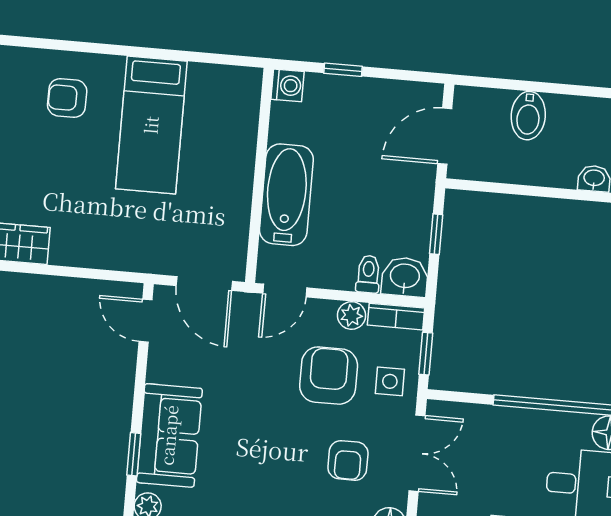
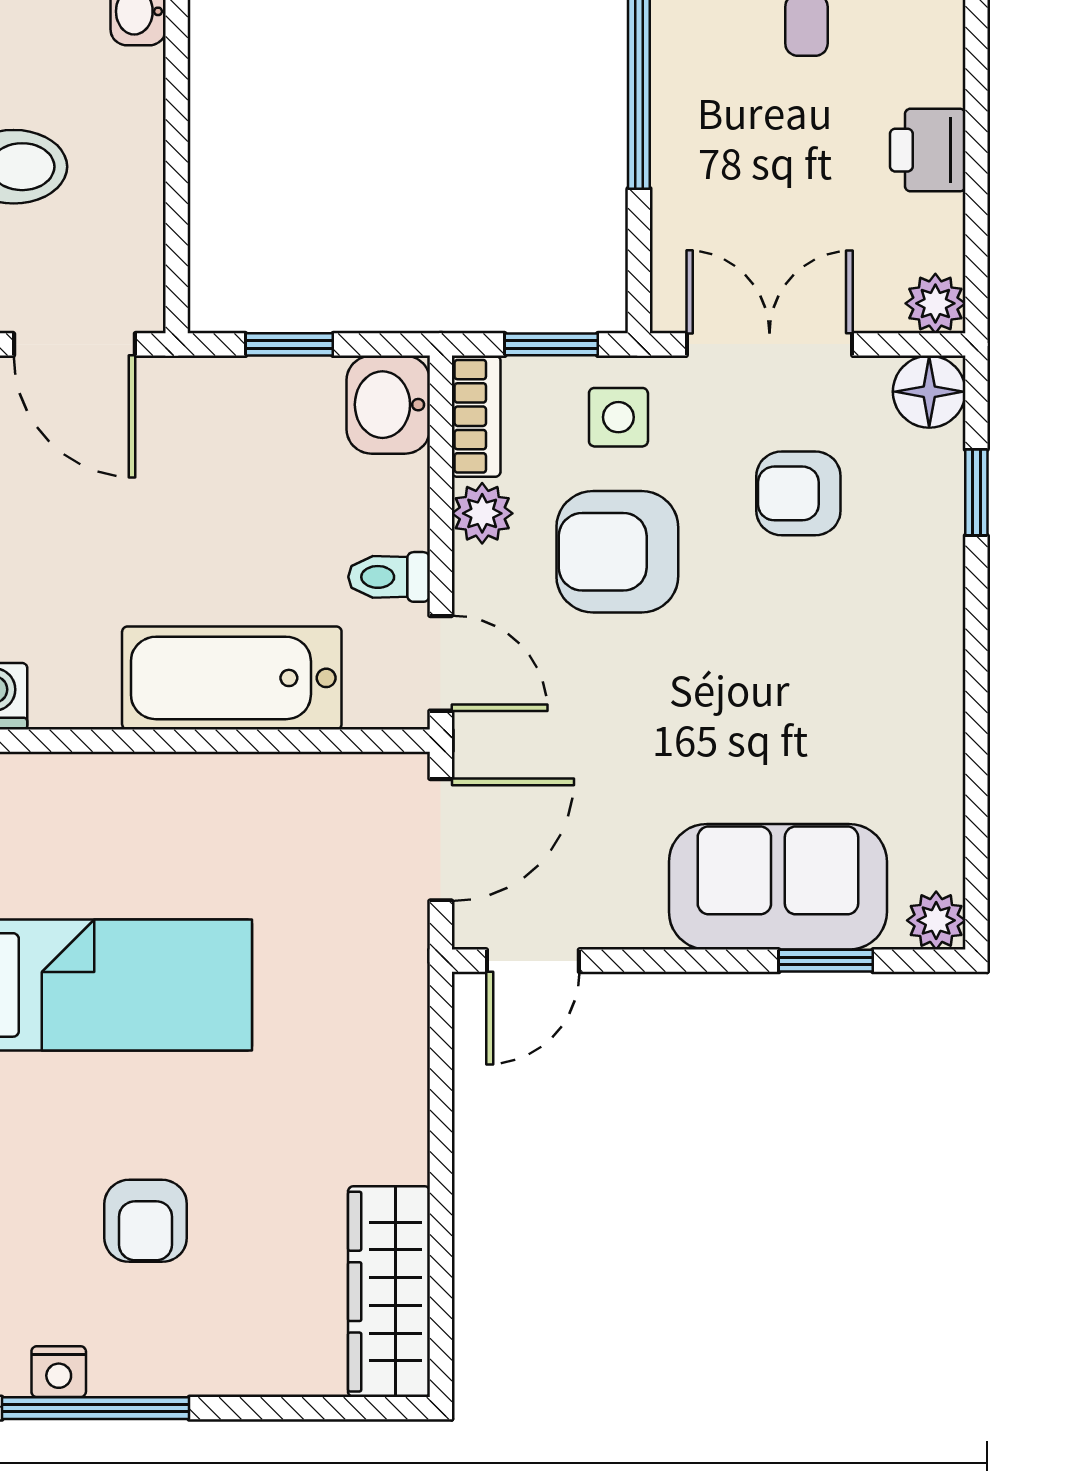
armchair: (67, 98) -> (146, 1221), moved
toilet: (368, 274) -> (389, 577), moved
armchair: (348, 460) -> (798, 493), turned 180

